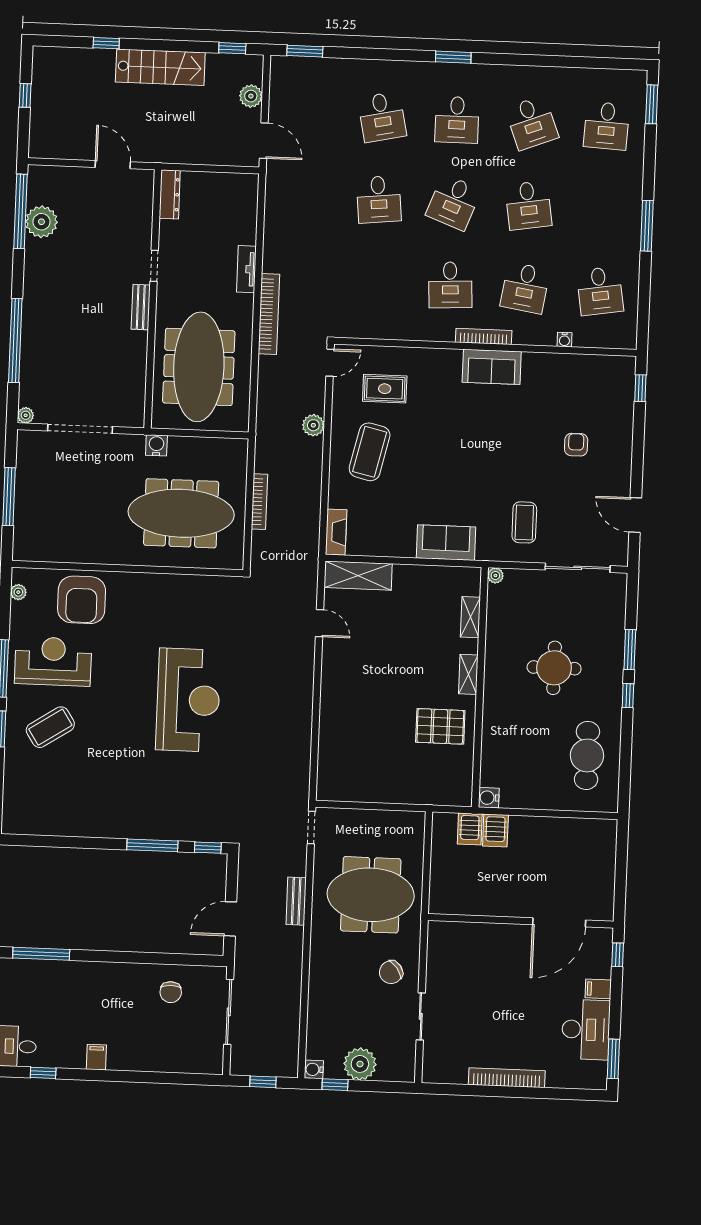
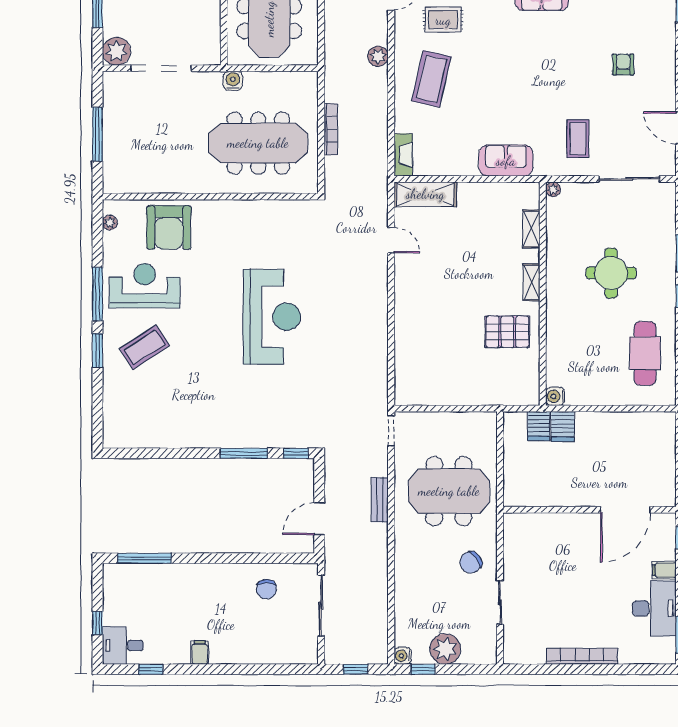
plant: (26, 415) -> (116, 51), width x1.87, depth x1.87

